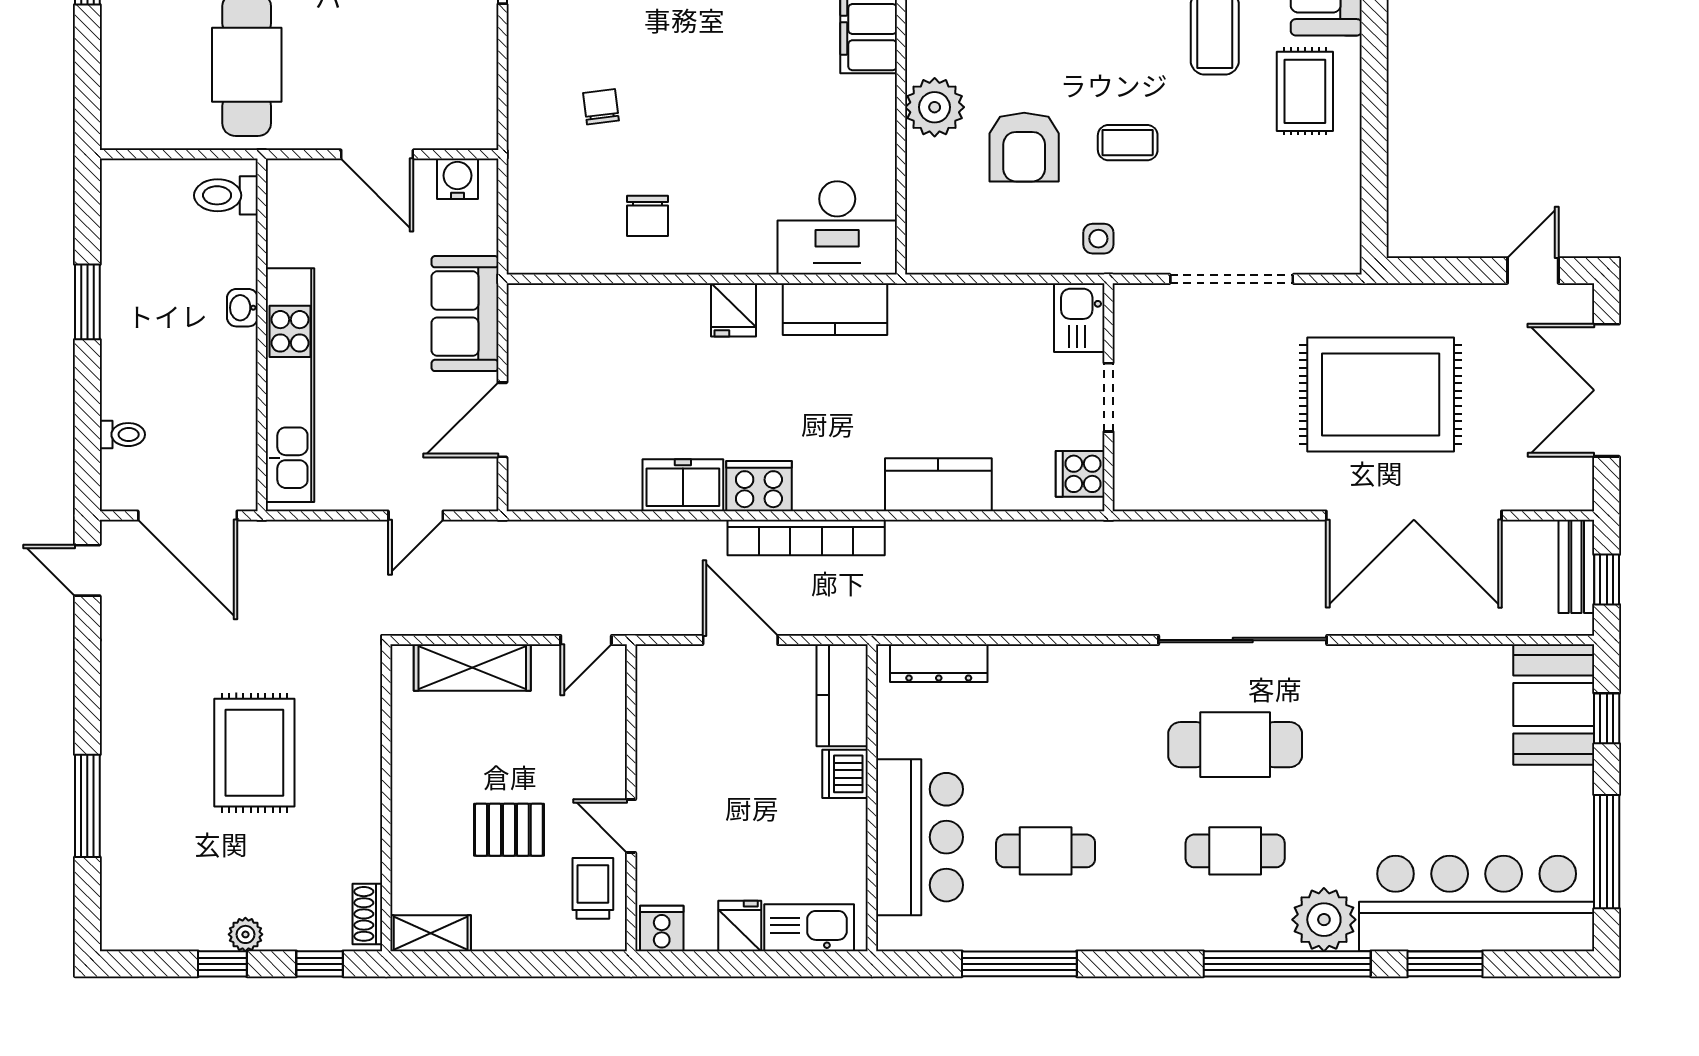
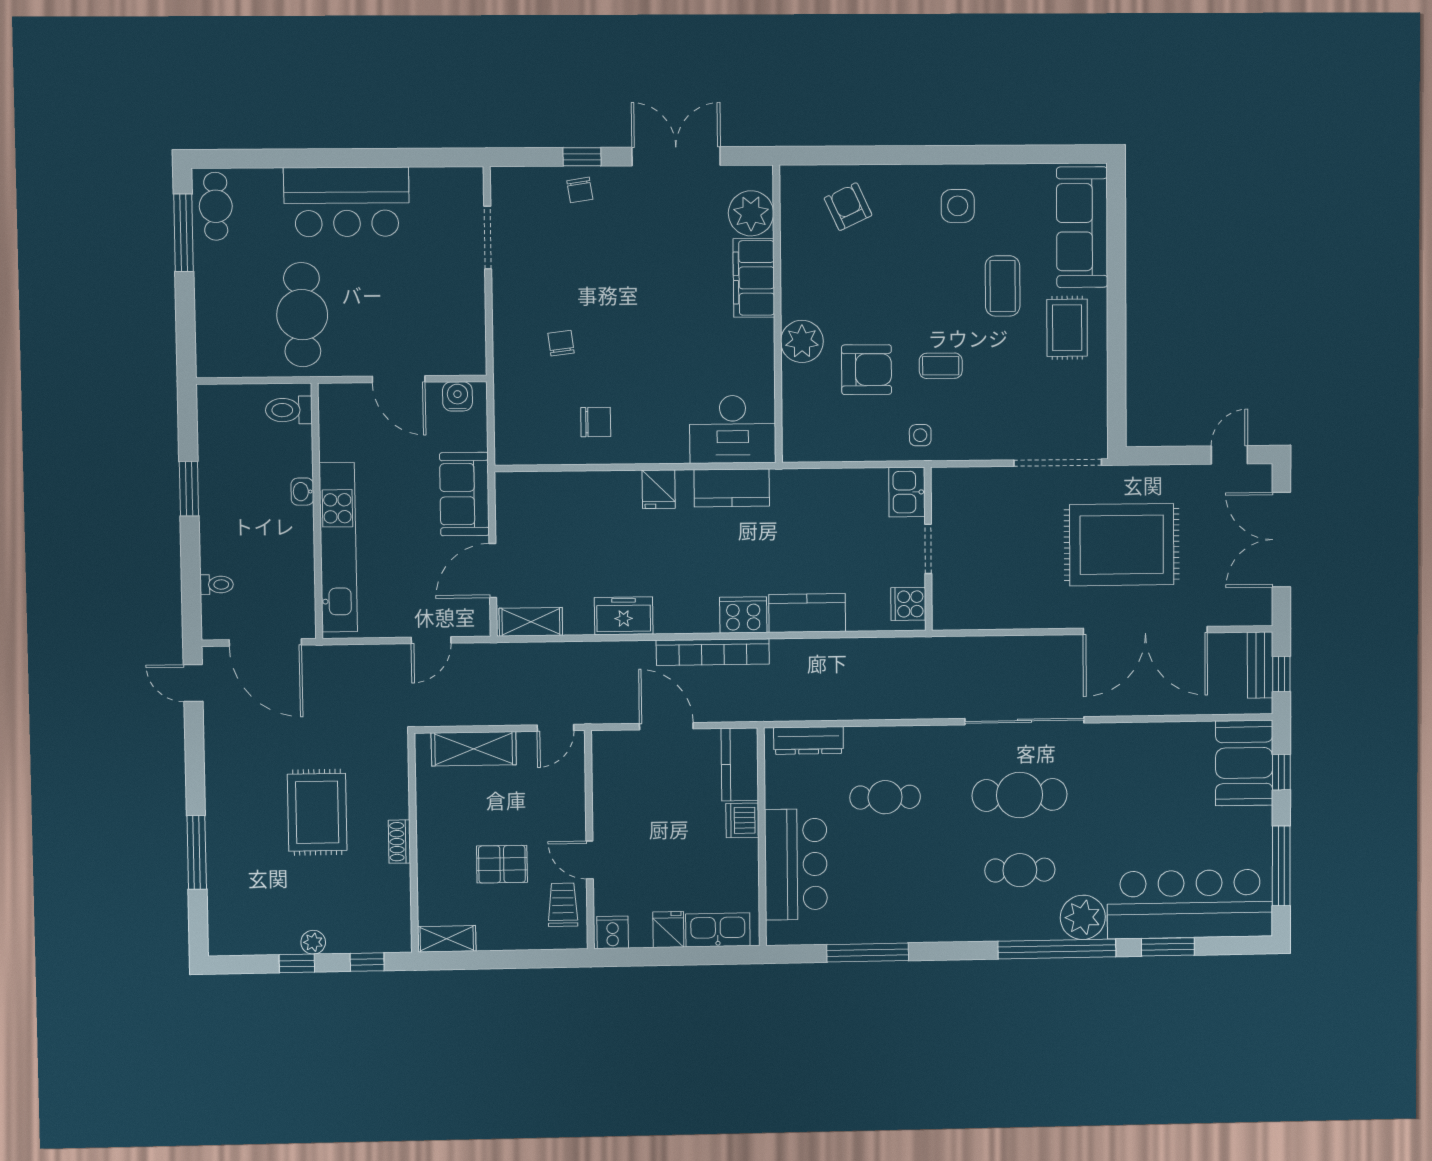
armchair: (1024, 147) -> (867, 370), turned -90
chair: (648, 216) -> (596, 422), turned -90
doorway: (1232, 279) -> (1058, 463), moved
cooker: (759, 486) -> (743, 615), moved
shelving: (554, 492) -> (531, 622), added
cafe table: (1046, 851) -> (885, 797), moved
shoe rack: (367, 914) -> (399, 842), moved

